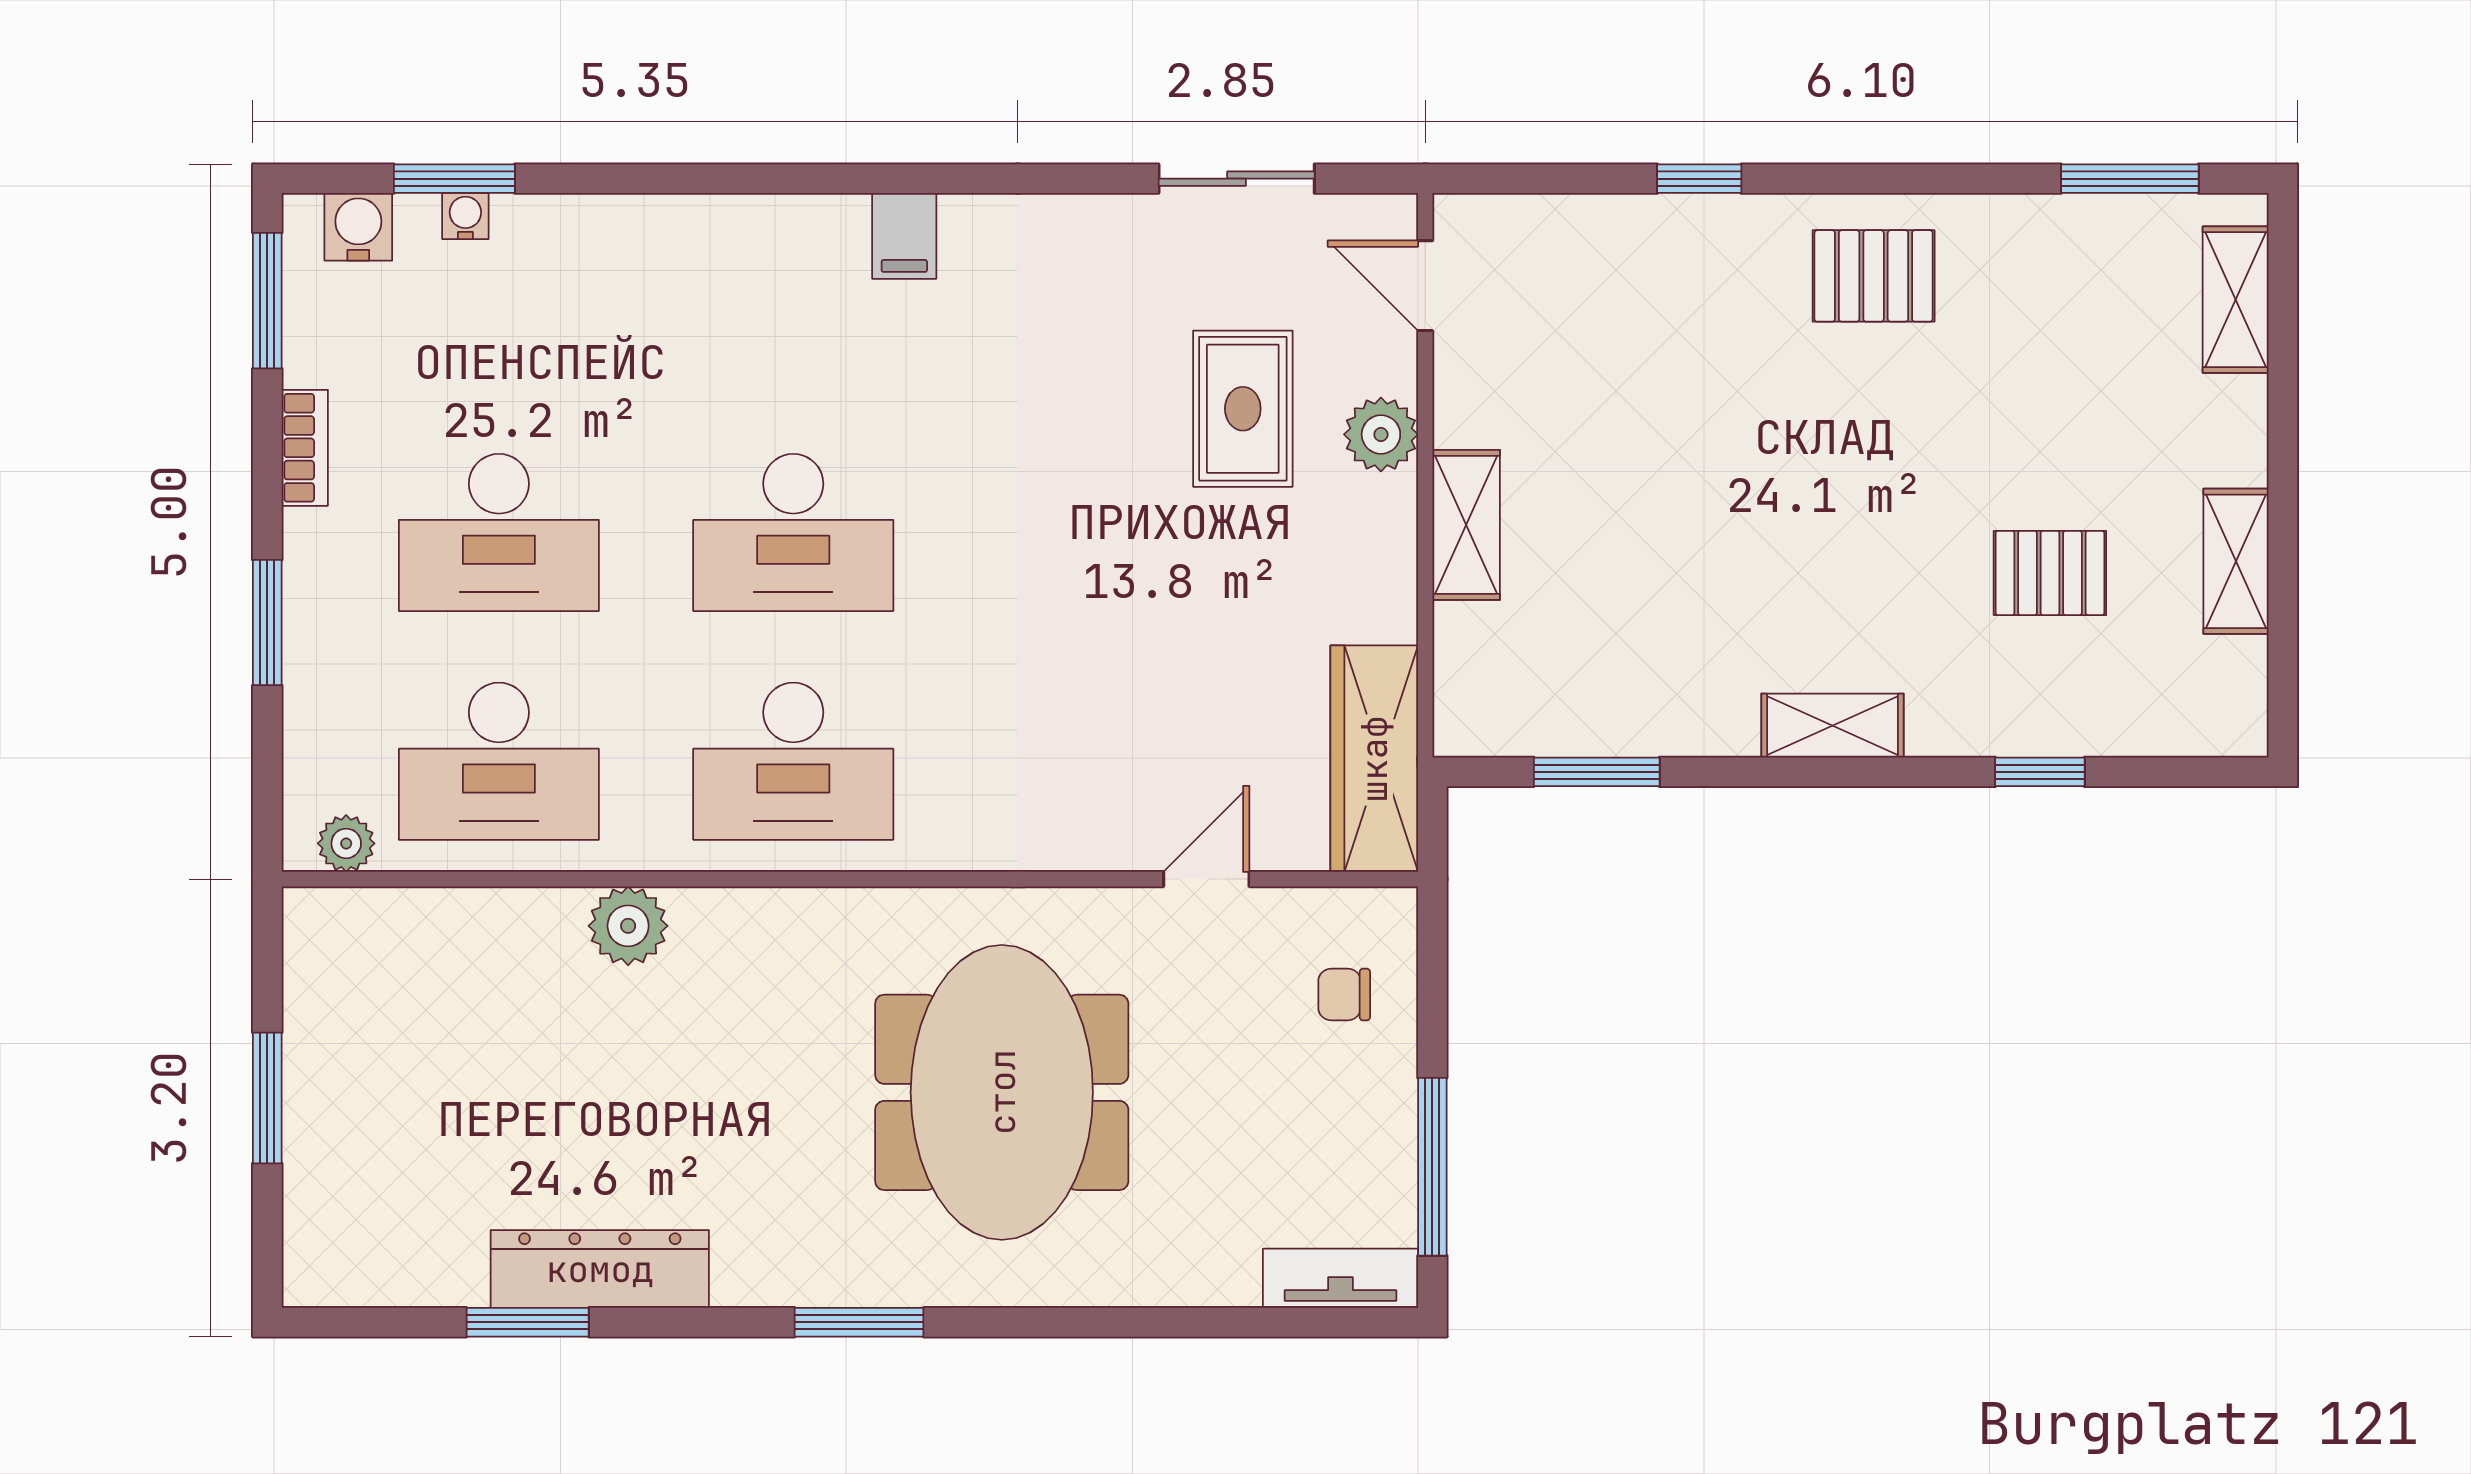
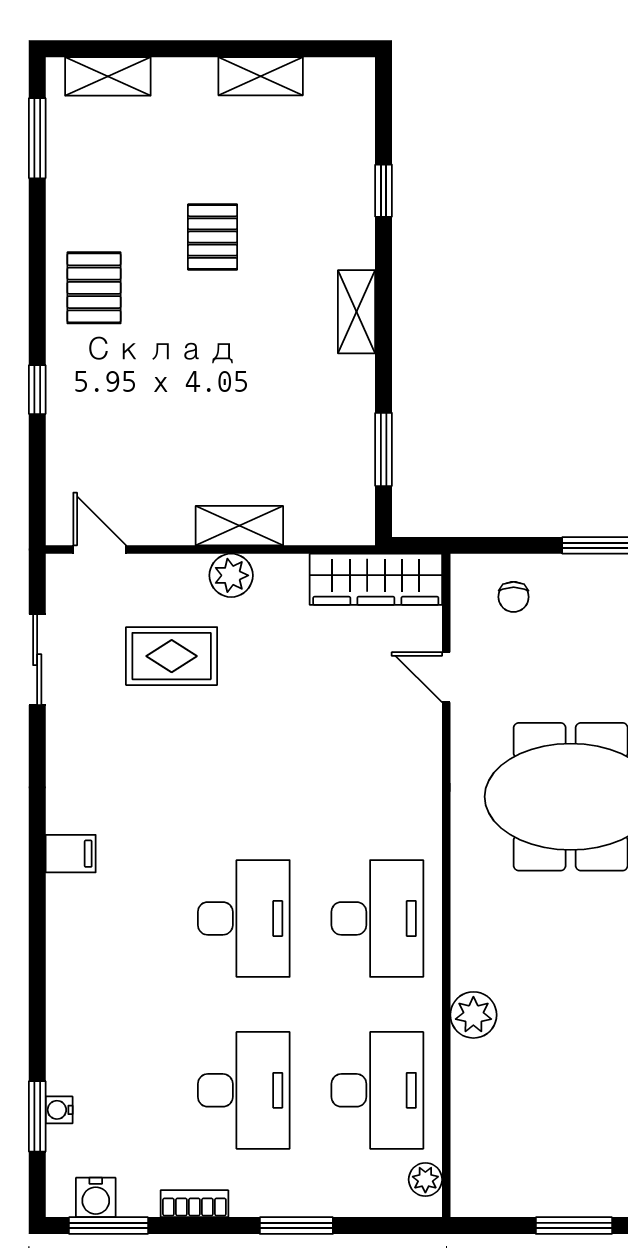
water cooler: (358, 227) -> (96, 1197), moved, turned -90
door: (1425, 286) -> (100, 550), swing flipped
plant: (1381, 434) -> (231, 575), moved
pallet: (2050, 573) -> (213, 237), moved

